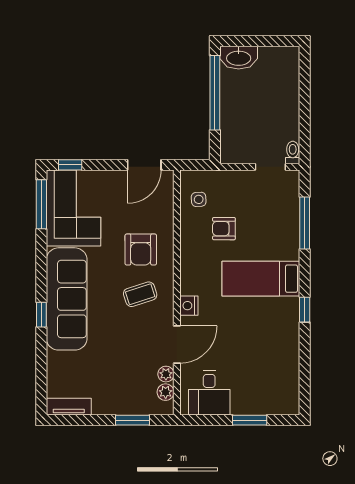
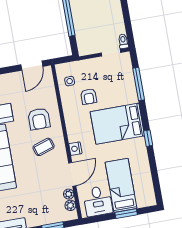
armchair: (224, 229) -> (89, 97), turned -90
bed: (261, 279) -> (117, 124), width x1.50
bed: (250, 375) -> (121, 185), added

